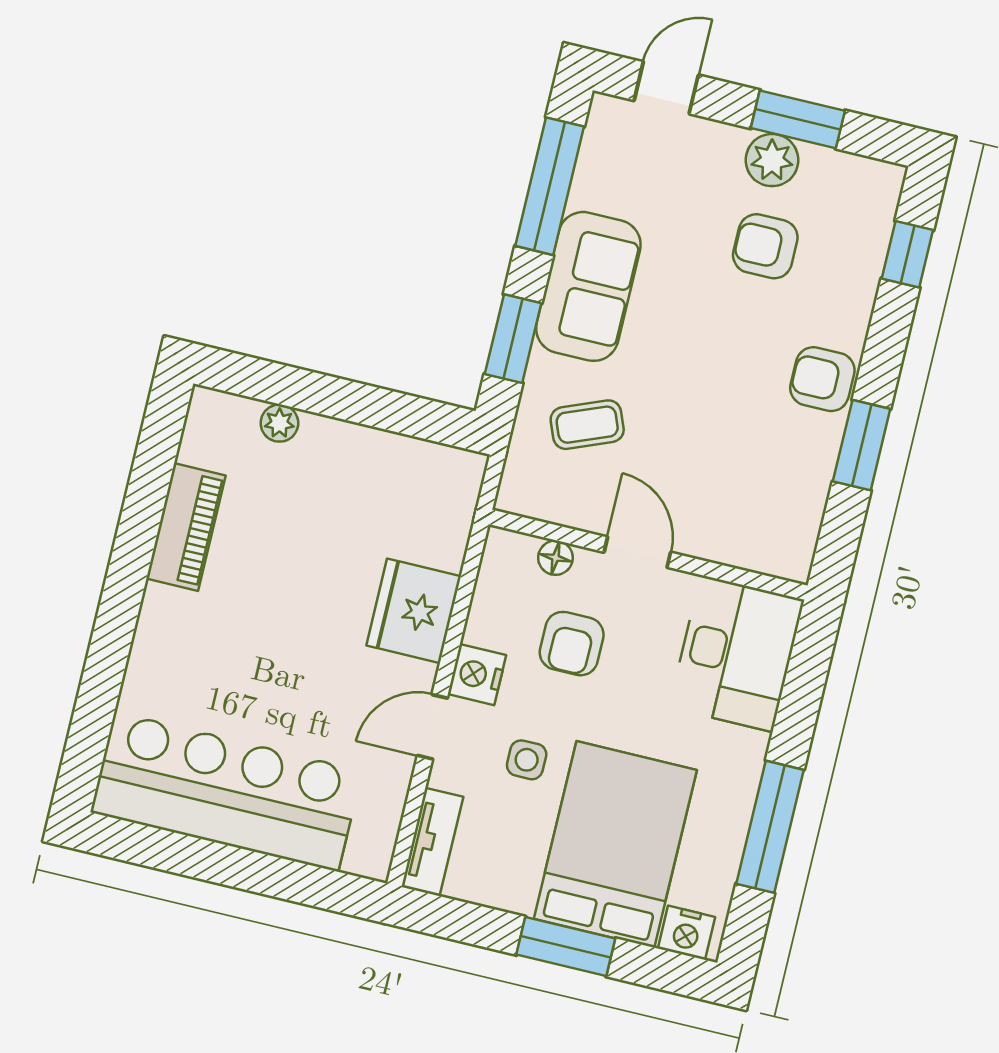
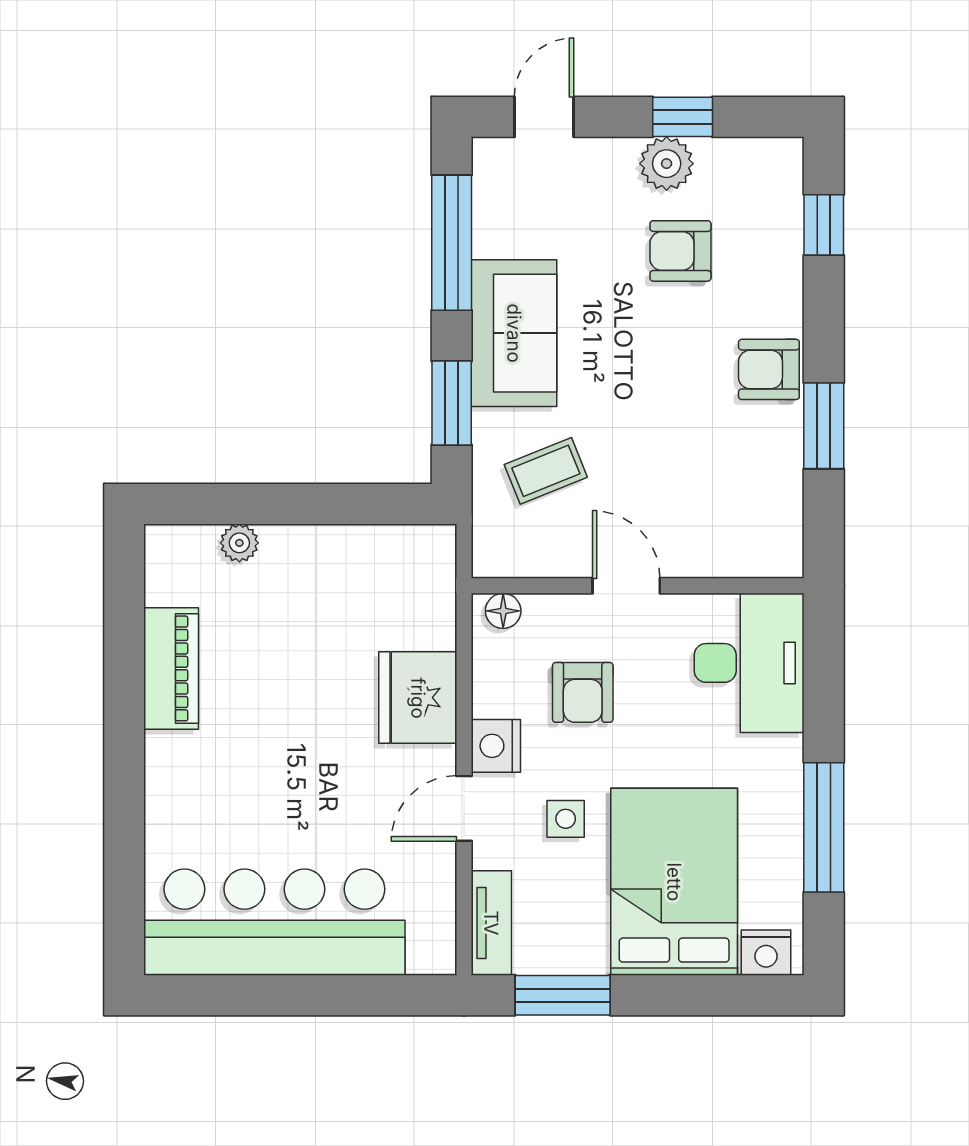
window: (798, 119) -> (683, 117), width x0.67
floor lamp: (555, 558) -> (503, 611), moved
window: (566, 947) -> (563, 995), moved

